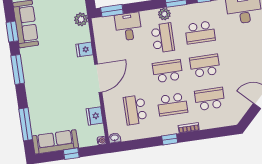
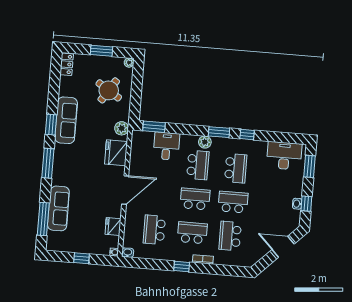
school desk: (200, 32) -> (236, 168), turned -90
fridge: (84, 50) -> (116, 153), width x1.88, depth x1.34
school desk: (210, 99) -> (230, 236), turned -90
school desk: (172, 104) -> (192, 233), turned 180
sofa: (55, 142) -> (58, 208), moved, turned 90

